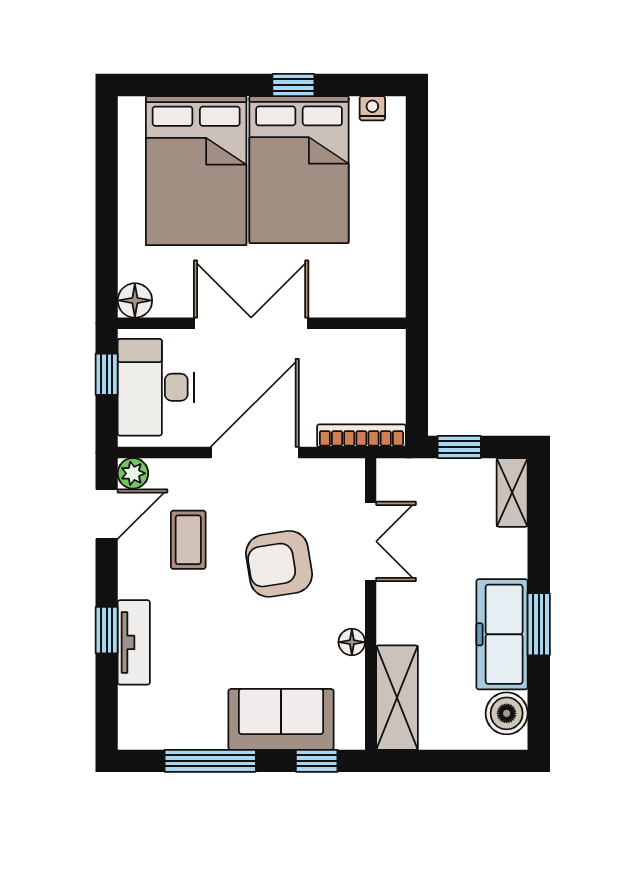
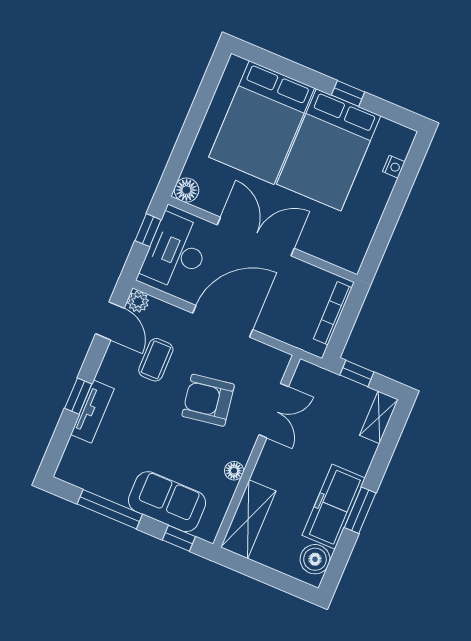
nightstand: (372, 108) -> (394, 167), moved, turned 90
bookcase: (361, 436) -> (333, 313), moved, turned -90
door: (107, 514) -> (110, 321), hinge flipped

